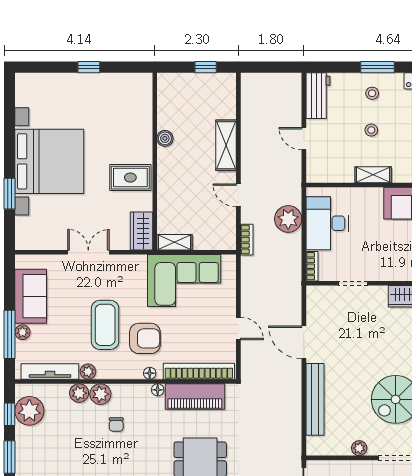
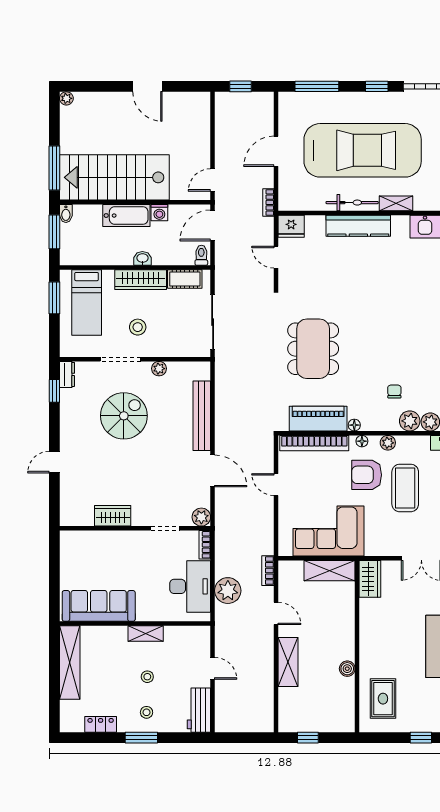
rug: (130, 178) -> (383, 699), moved, turned 90
shelving: (174, 242) -> (329, 571), width x1.50, depth x1.33
plant: (315, 295) -> (201, 517), added
plant: (88, 372) -> (388, 443), moved

